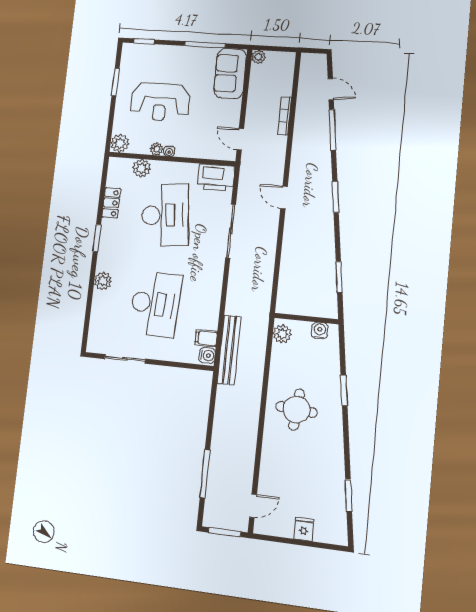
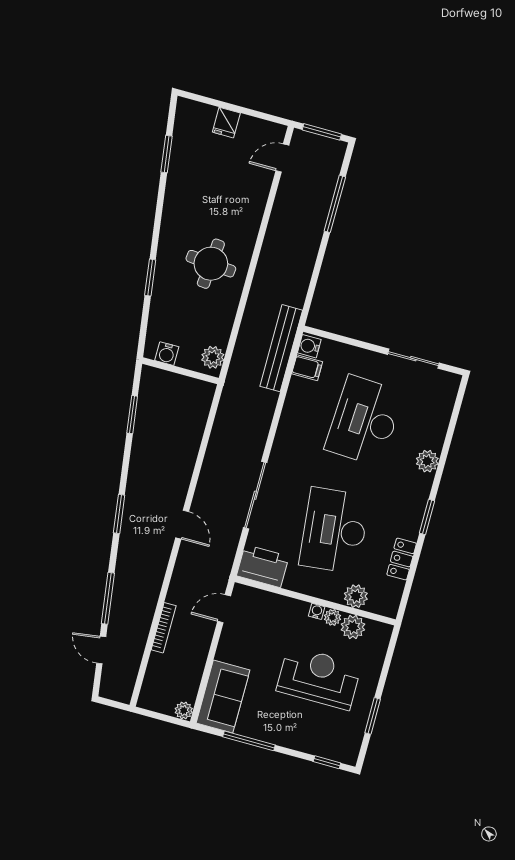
door: (240, 139) -> (224, 609), swing flipped
plant: (120, 143) -> (353, 627), moved

